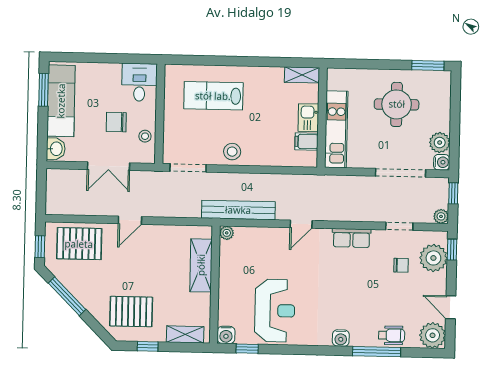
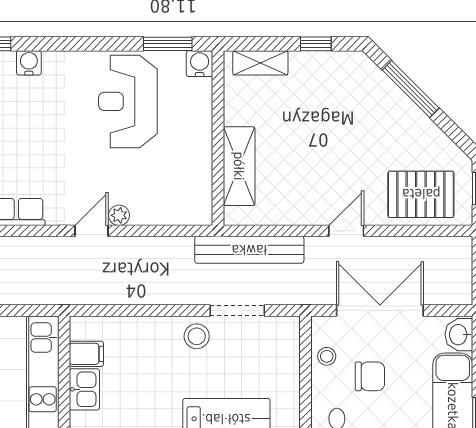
double door: (109, 166) -> (380, 310), width x1.37
doorway: (188, 168) -> (237, 310), moved
bench: (238, 210) -> (249, 250), moved
plant: (227, 233) -> (119, 215), moved
window: (67, 296) -> (411, 89), moved
pallet: (131, 312) -> (341, 95), removed
window: (247, 349) -> (168, 44), width x1.50

